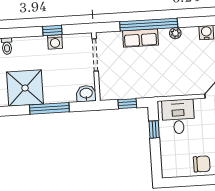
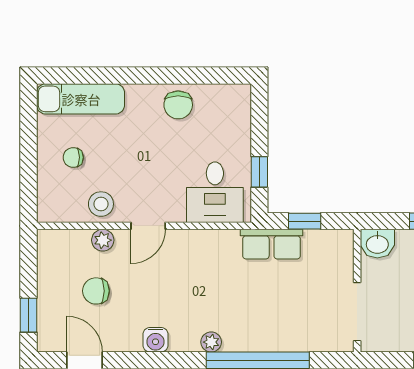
row of seats: (140, 38) -> (272, 244), moved, turned 180
chair: (202, 164) -> (178, 105), turned -90

